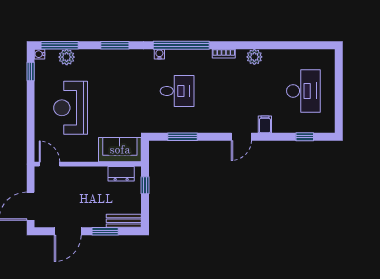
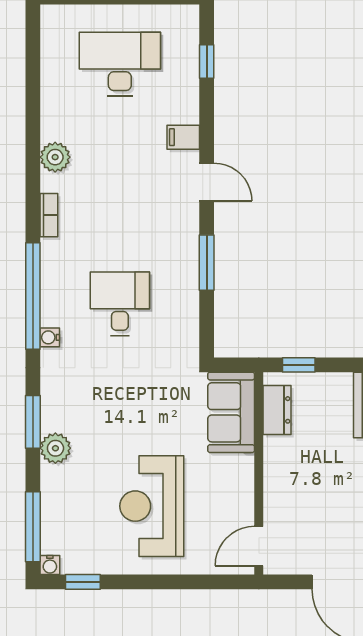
plant: (67, 57) -> (55, 448), moved
reception desk: (71, 108) -> (152, 506), turned 90
window: (183, 137) -> (207, 263), moved

